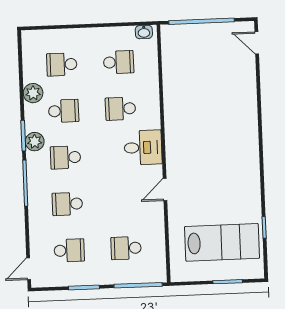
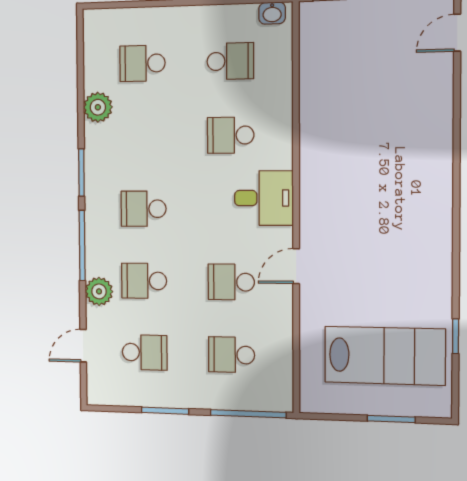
door: (257, 43) -> (457, 33), hinge flipped
school desk: (64, 111) -> (231, 282), moved, turned 180
plant: (35, 142) -> (99, 291), moved
door: (29, 269) -> (83, 346), moved

